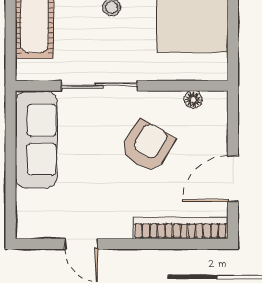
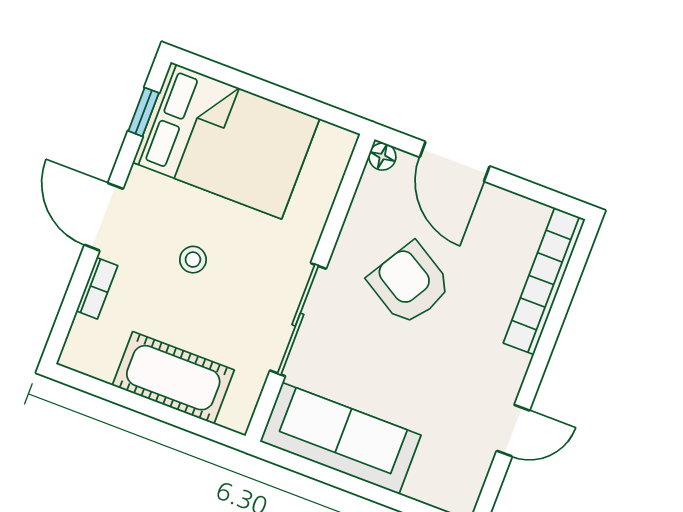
floor lamp: (193, 100) -> (382, 157), moved
door: (233, 179) -> (455, 162), moved

